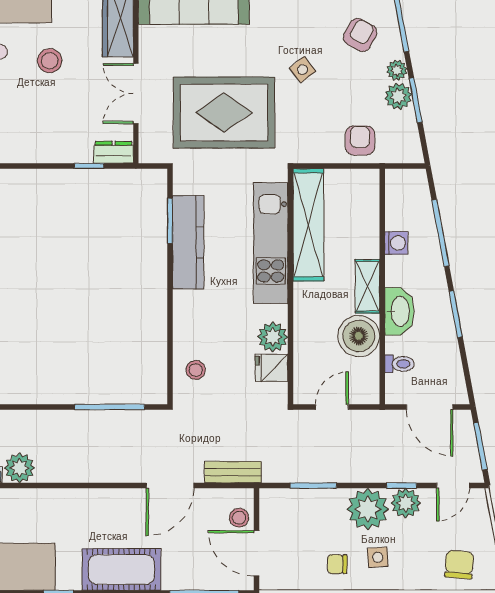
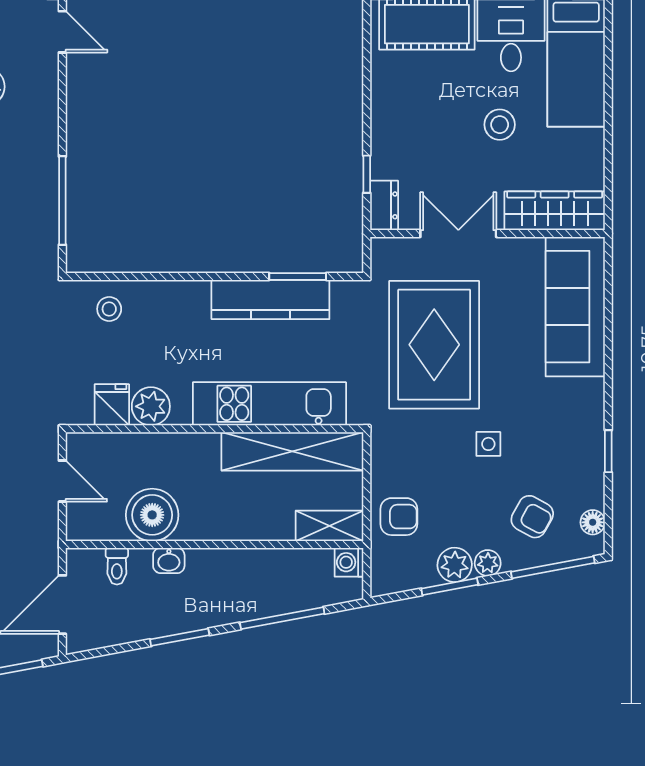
side table: (303, 70) -> (488, 444), turned 38
washing machine: (396, 243) -> (349, 562), moved, turned 90
shelving: (367, 286) -> (330, 526), moved
washbasin: (399, 311) -> (169, 560), width x0.52, depth x0.69

